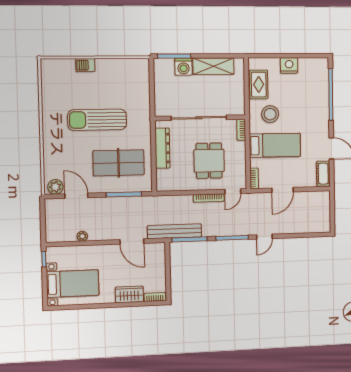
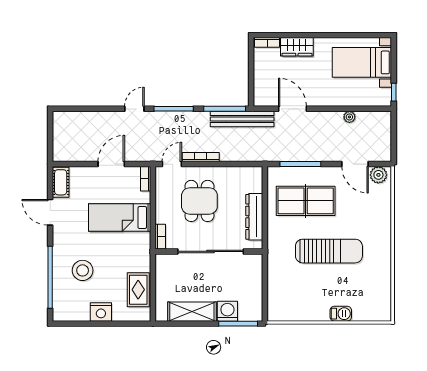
stool: (270, 114) -> (83, 270), moved

